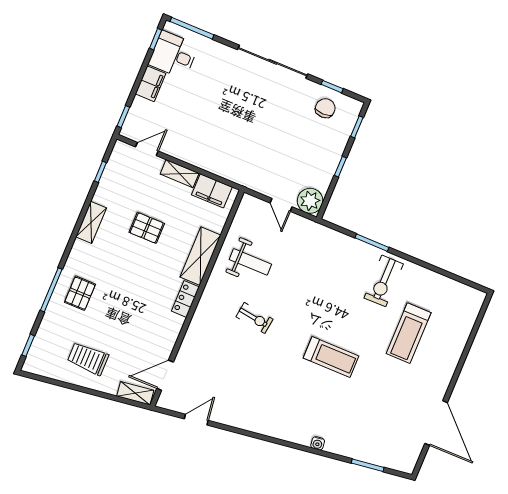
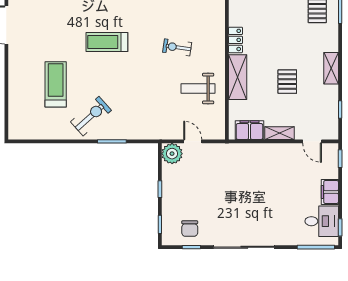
door: (147, 149) -> (312, 141), hinge flipped
pallet: (147, 228) -> (287, 82), turned 90
exercise bike: (384, 281) -> (91, 116), turned 48

